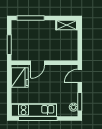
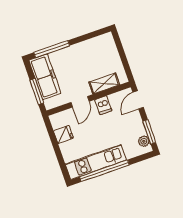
shelving: (67, 25) -> (104, 84), moved
freezer: (19, 36) -> (45, 77), added
dishwasher: (53, 71) -> (103, 105), added
fridge: (20, 77) -> (63, 134), width x0.53, depth x0.75

